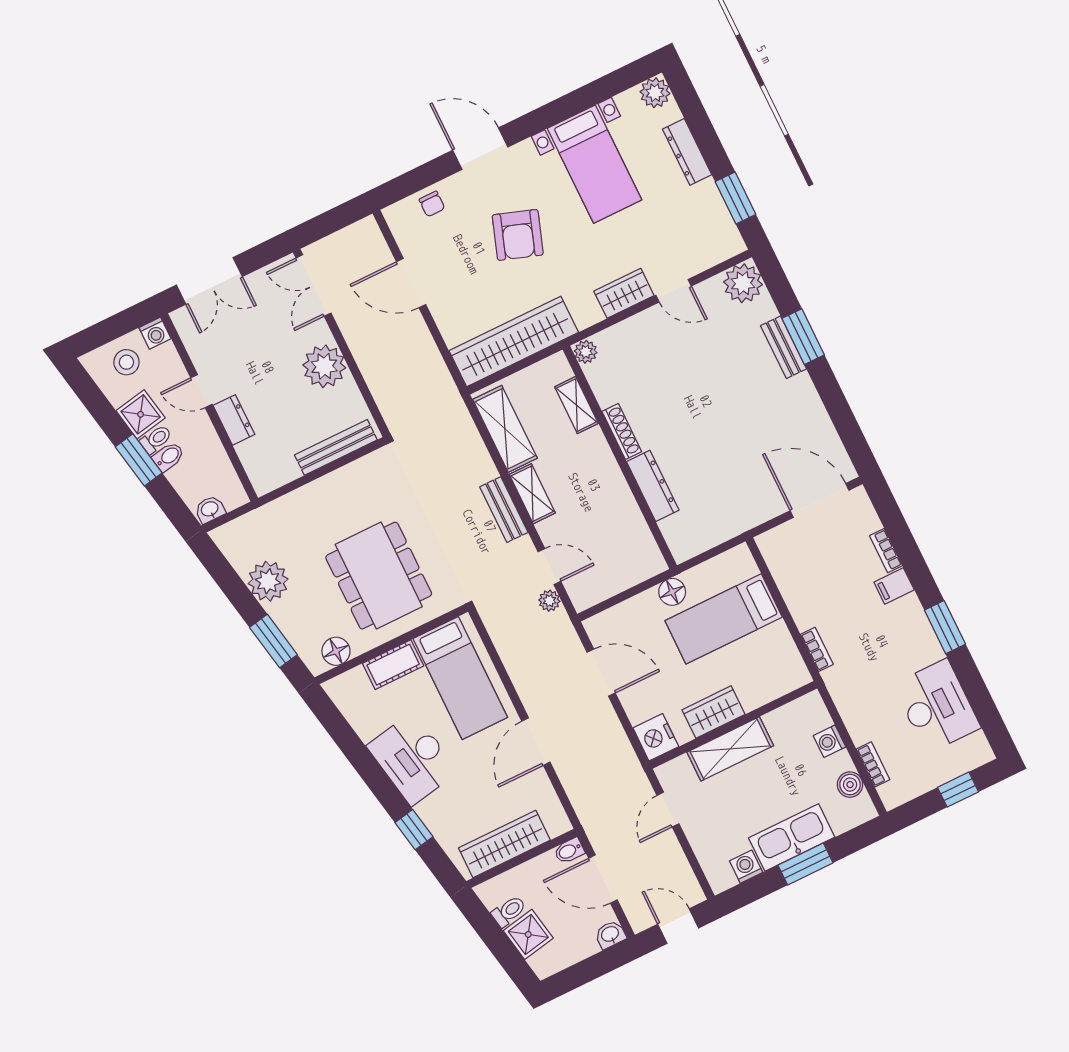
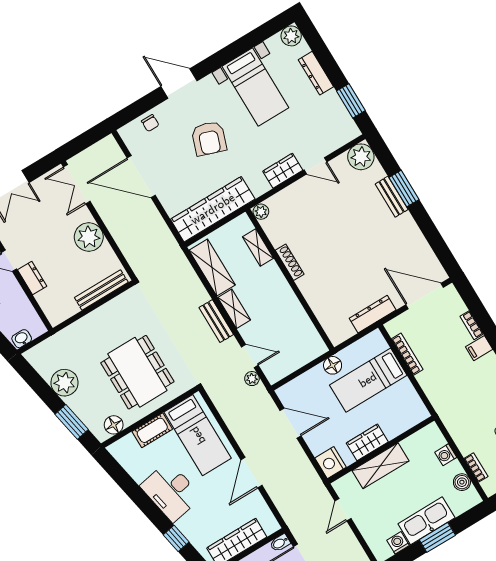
door: (411, 283) -> (141, 177), width x1.36
dresser: (653, 486) -> (373, 314), moved, turned -90
bookcase: (817, 649) -> (407, 354), moved, width x1.56

